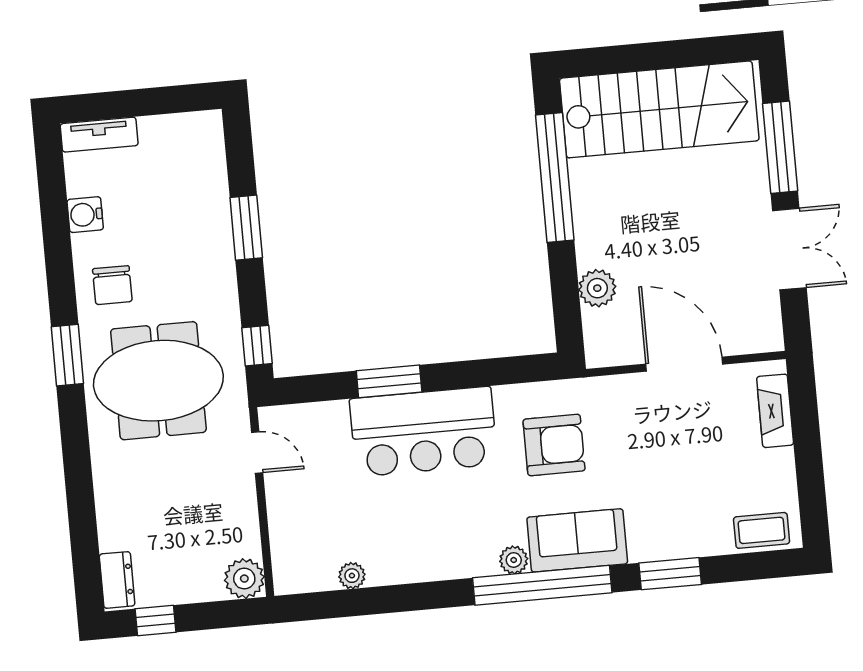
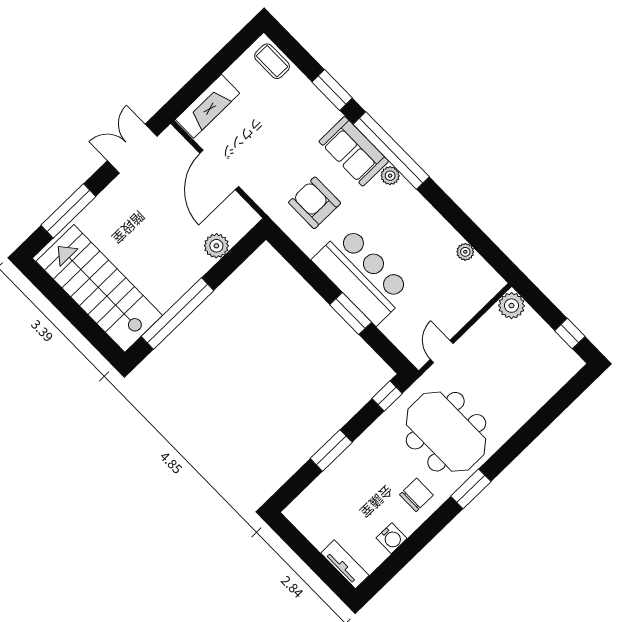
double door: (789, 249) -> (132, 149), moved
fireplace: (775, 411) -> (208, 106), width x1.37, depth x1.32
dresser: (117, 580) -> (565, 370), removed

